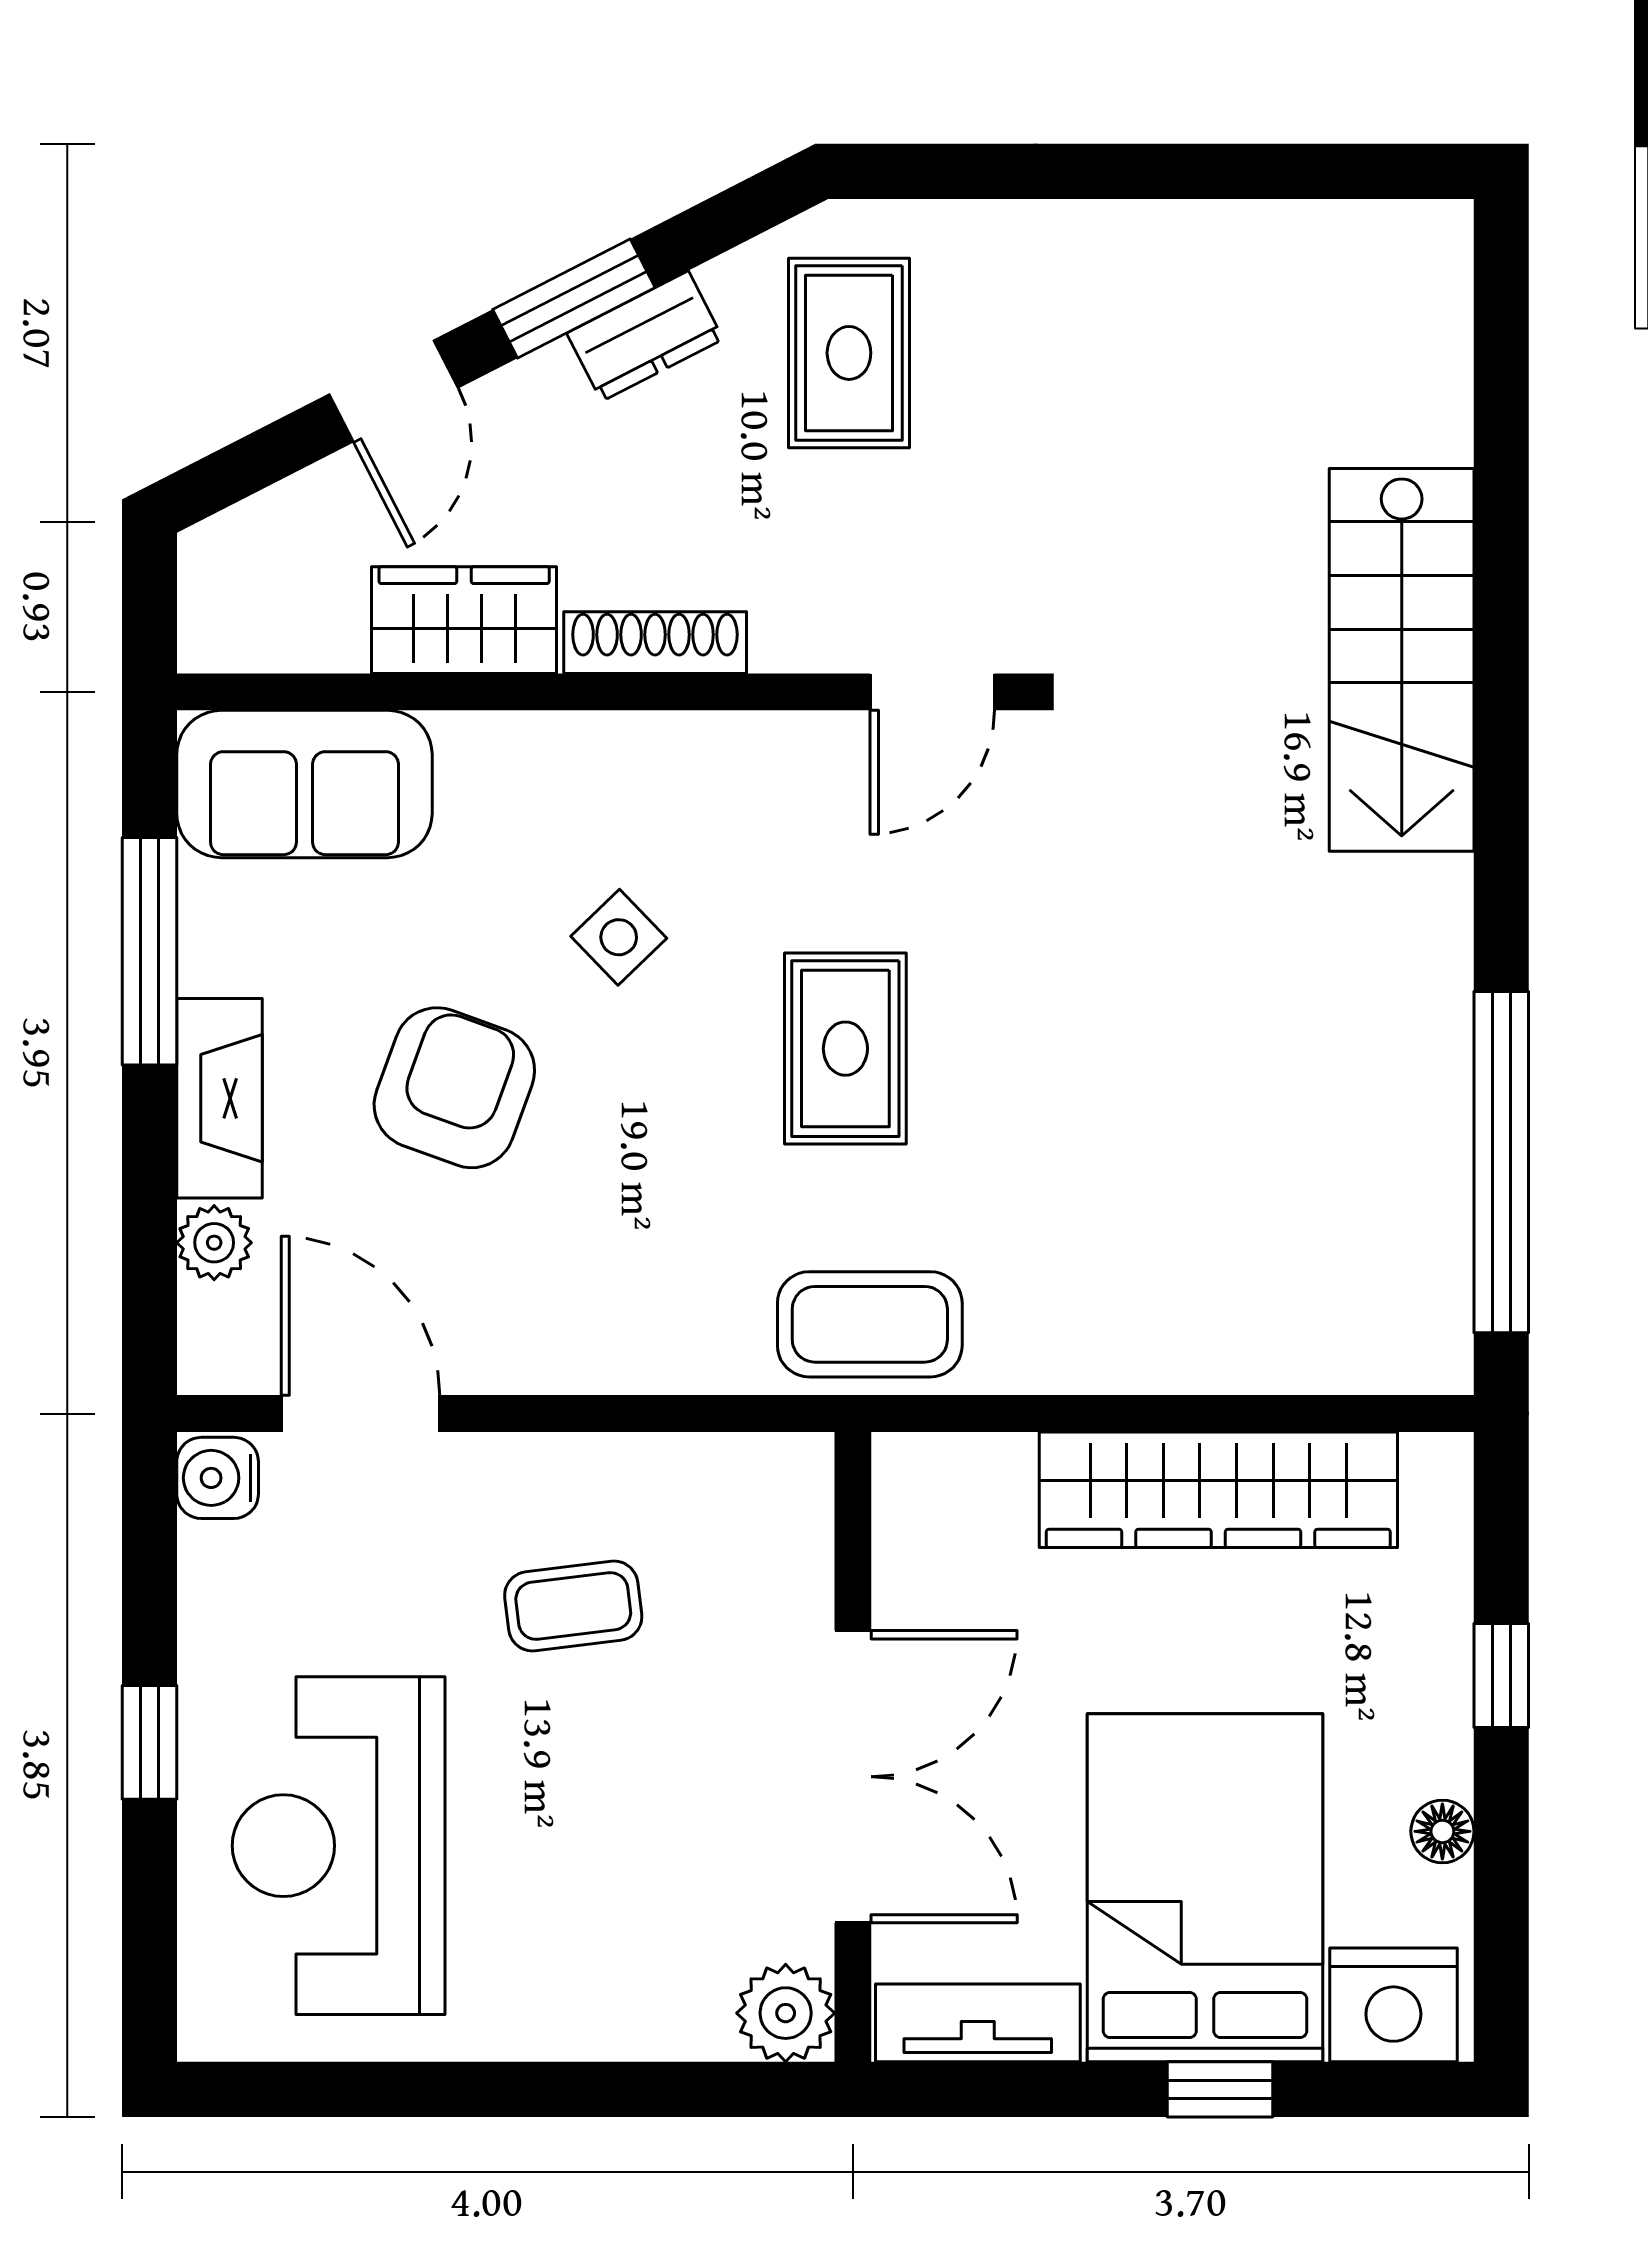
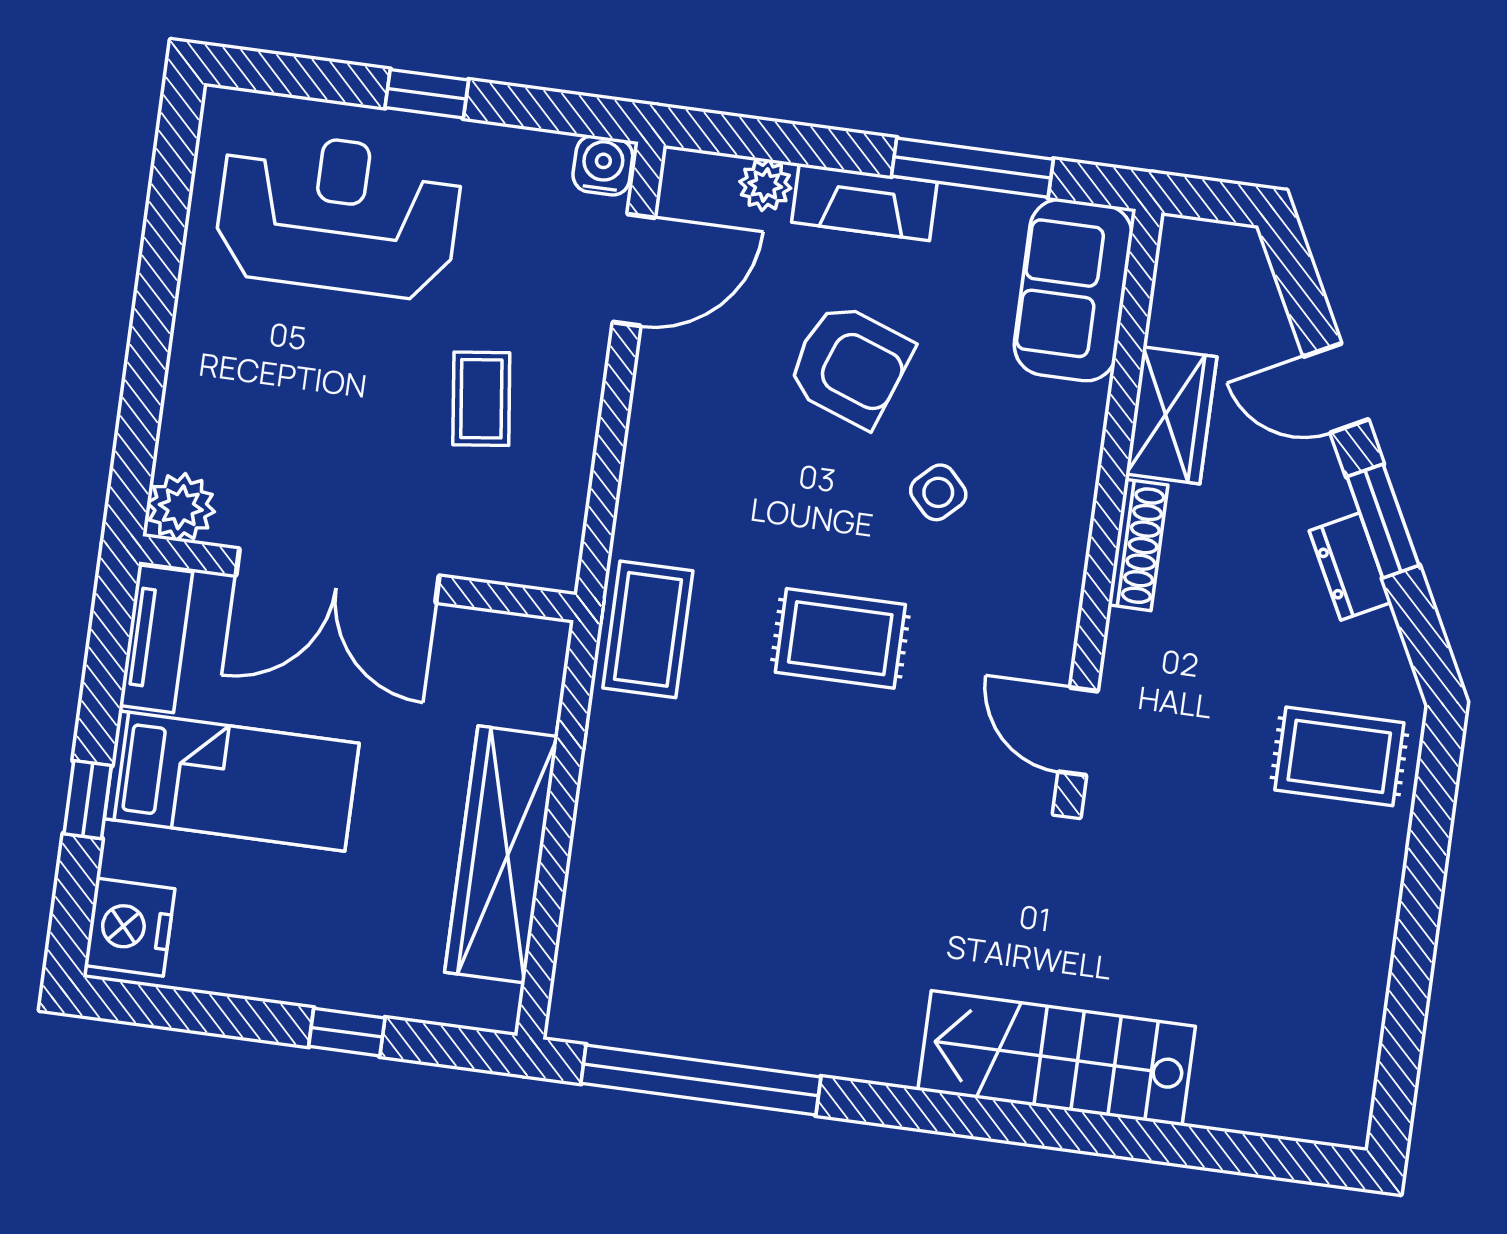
rug: (849, 353) -> (1339, 756), moved
floor lamp: (1442, 1831) -> (245, 977), removed
bed: (1205, 1888) -> (232, 781), width x0.67

